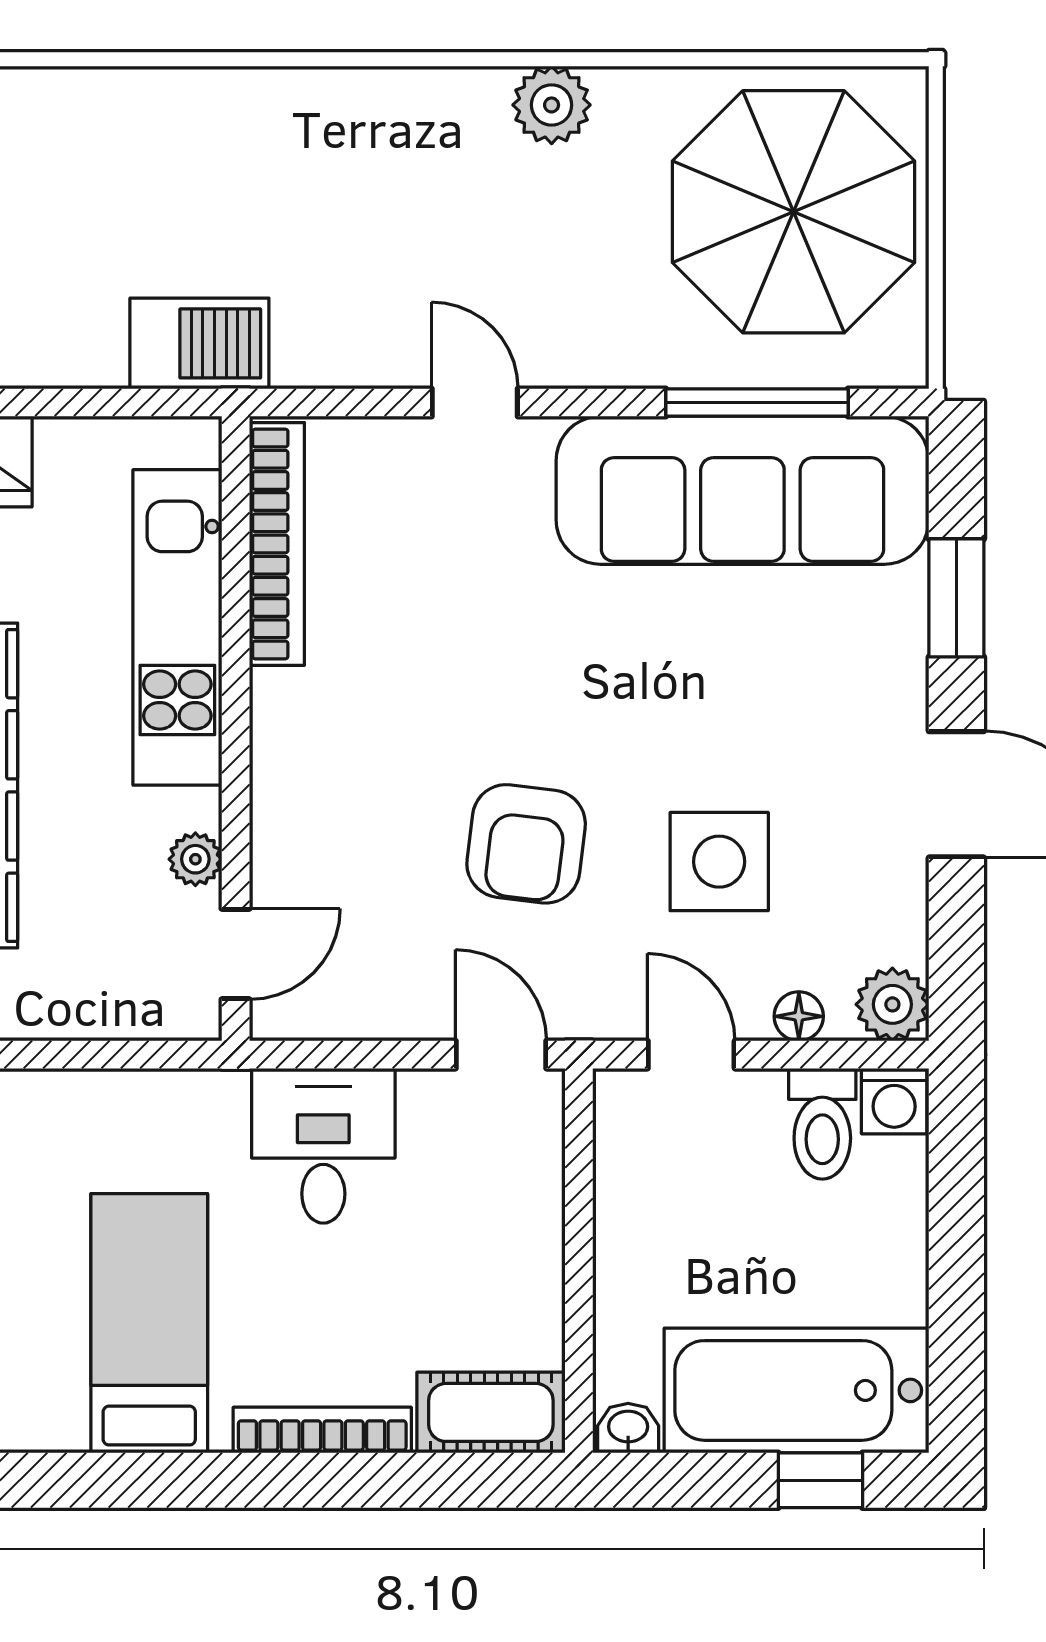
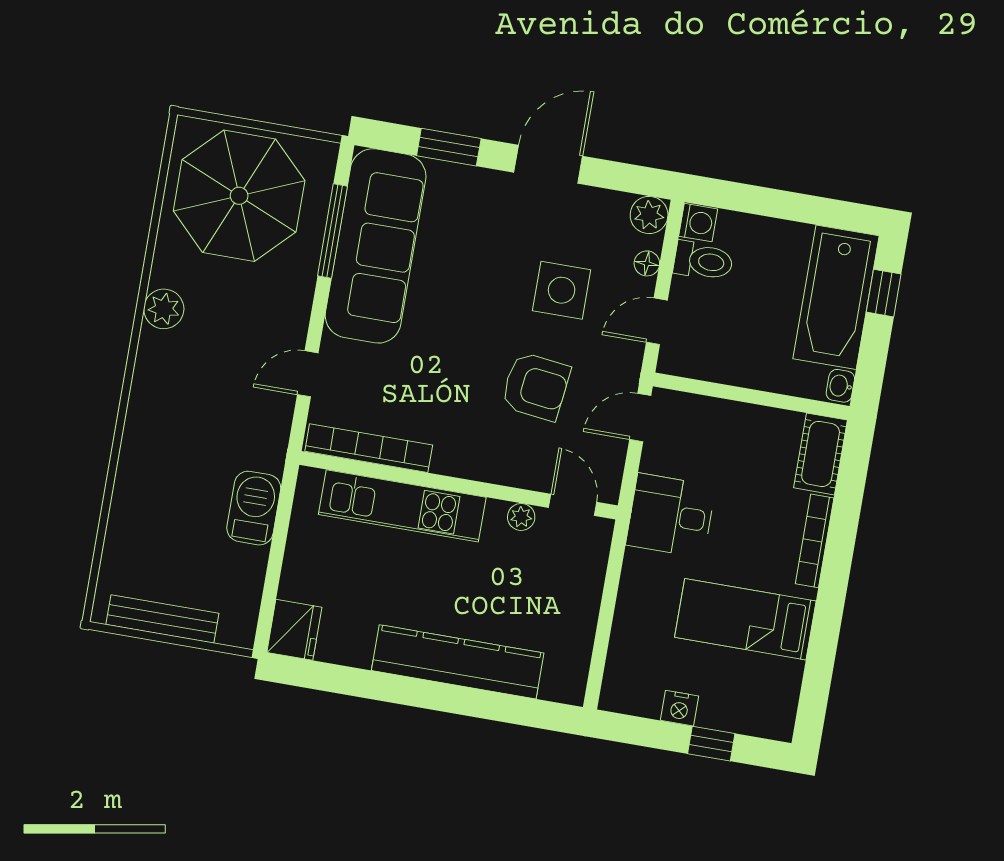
bookcase: (277, 544) -> (369, 448), moved
kitchen unit: (177, 627) -> (402, 506), moved
wall: (236, 729) -> (459, 485), moved
plant: (195, 859) -> (521, 517), moved
door: (236, 954) -> (573, 505), moved

